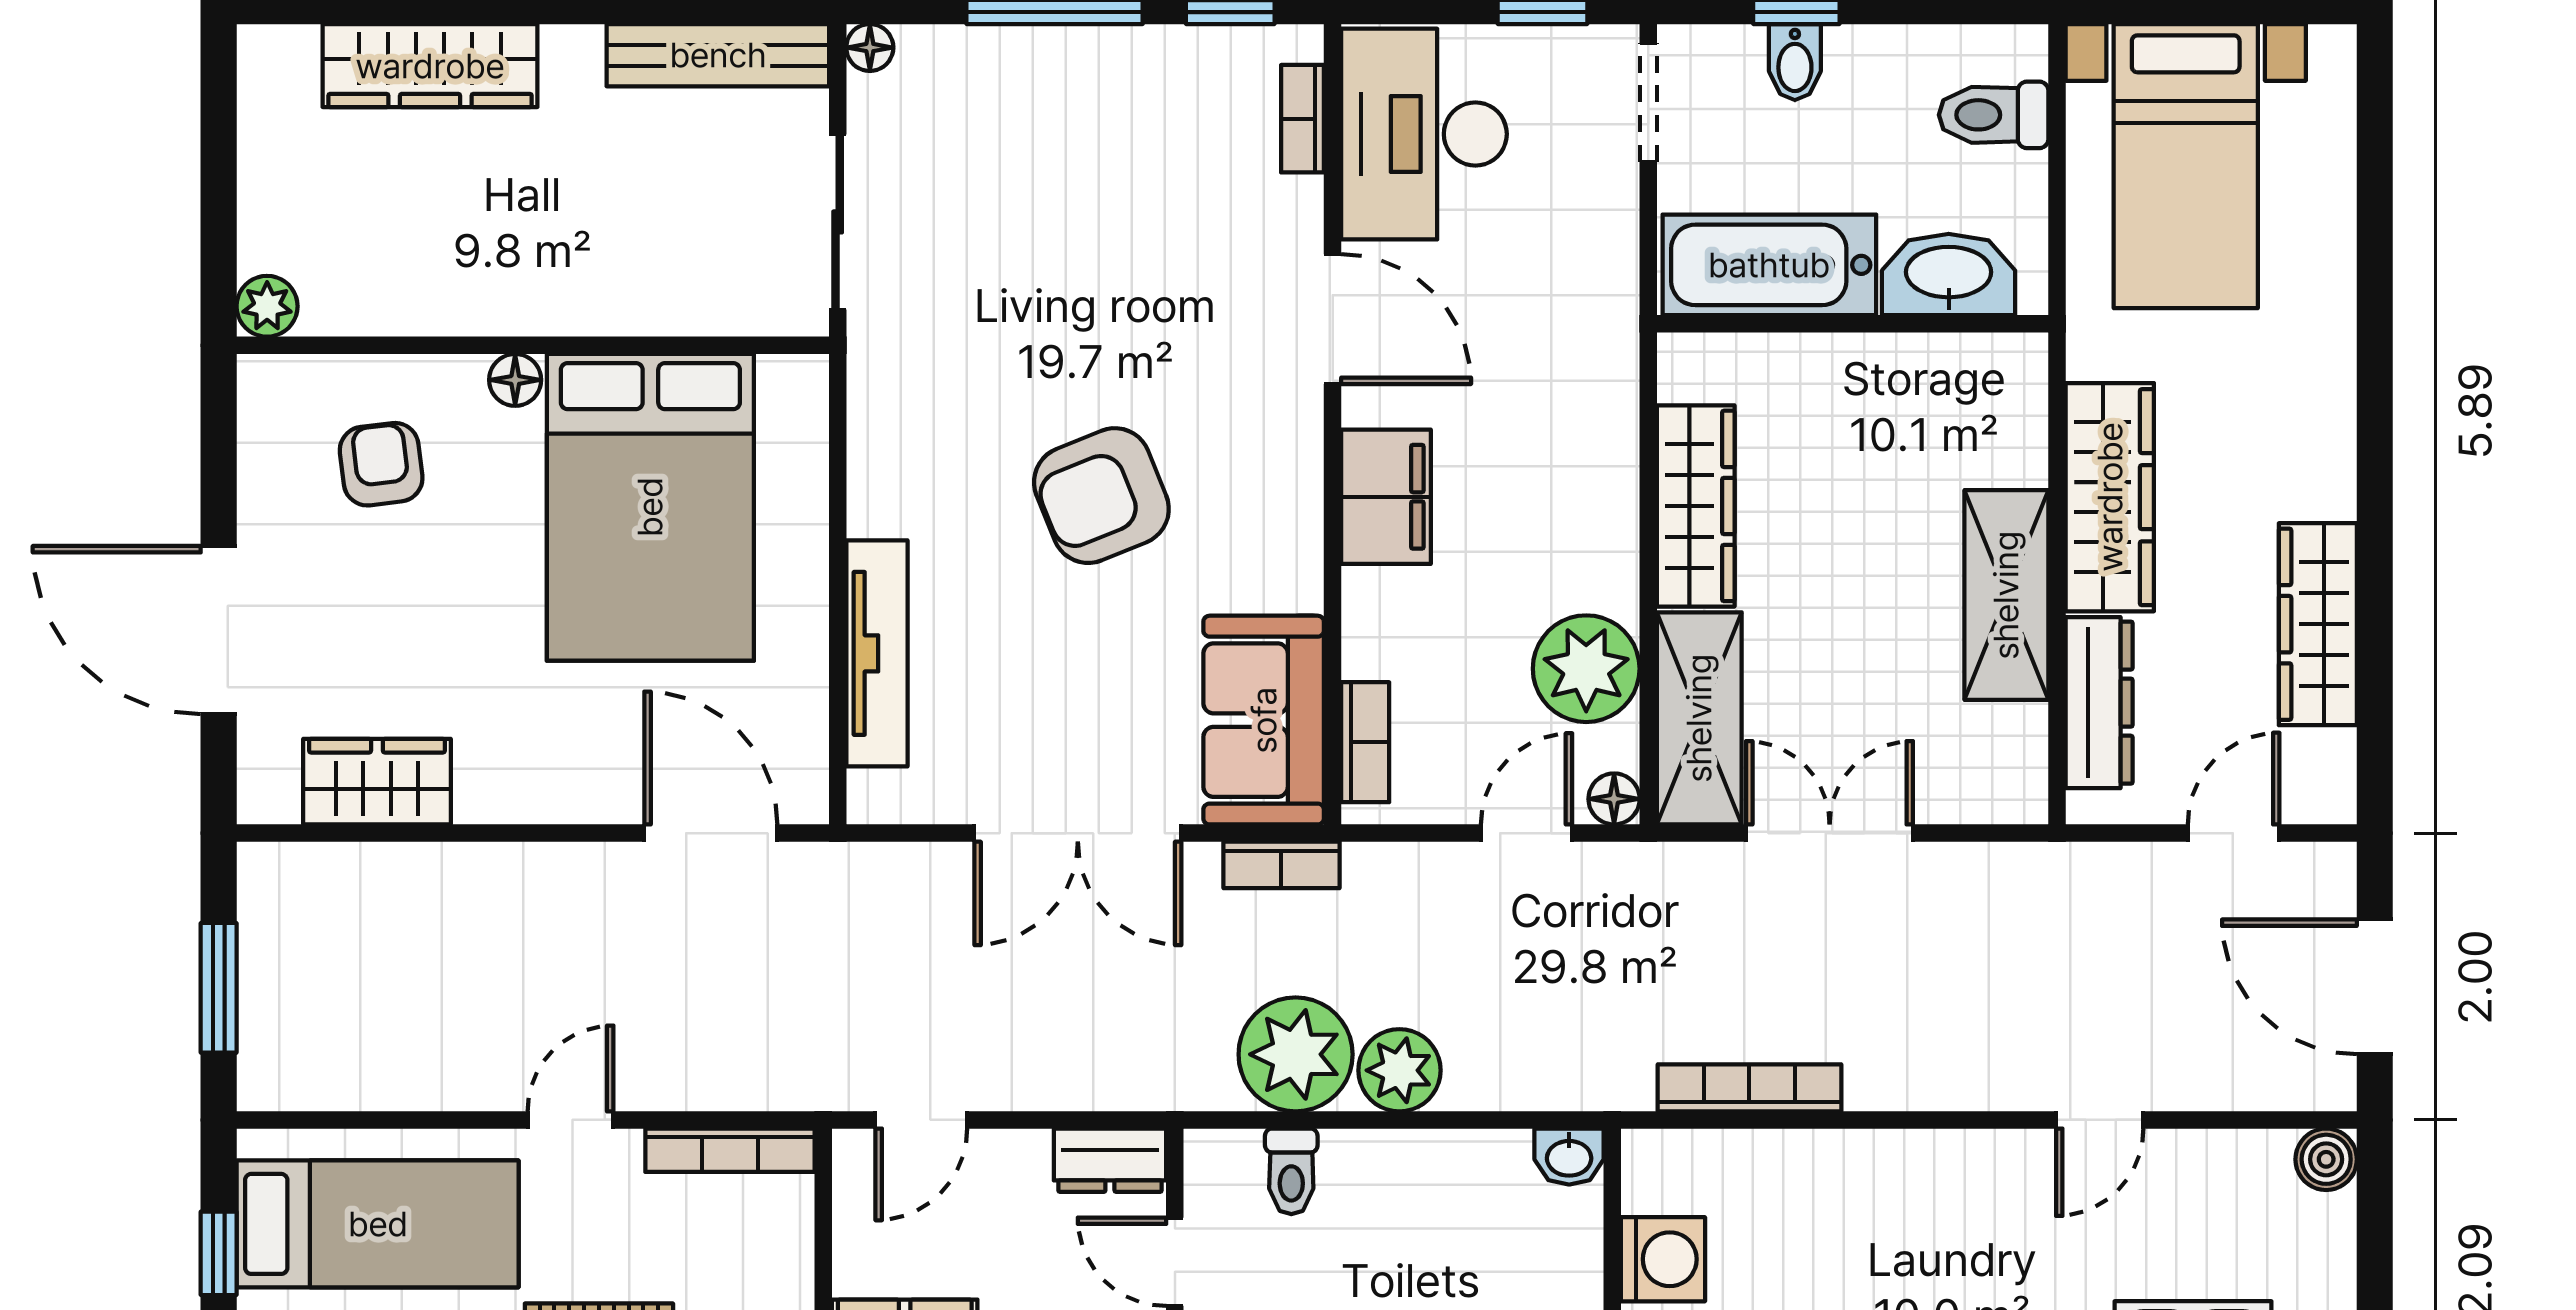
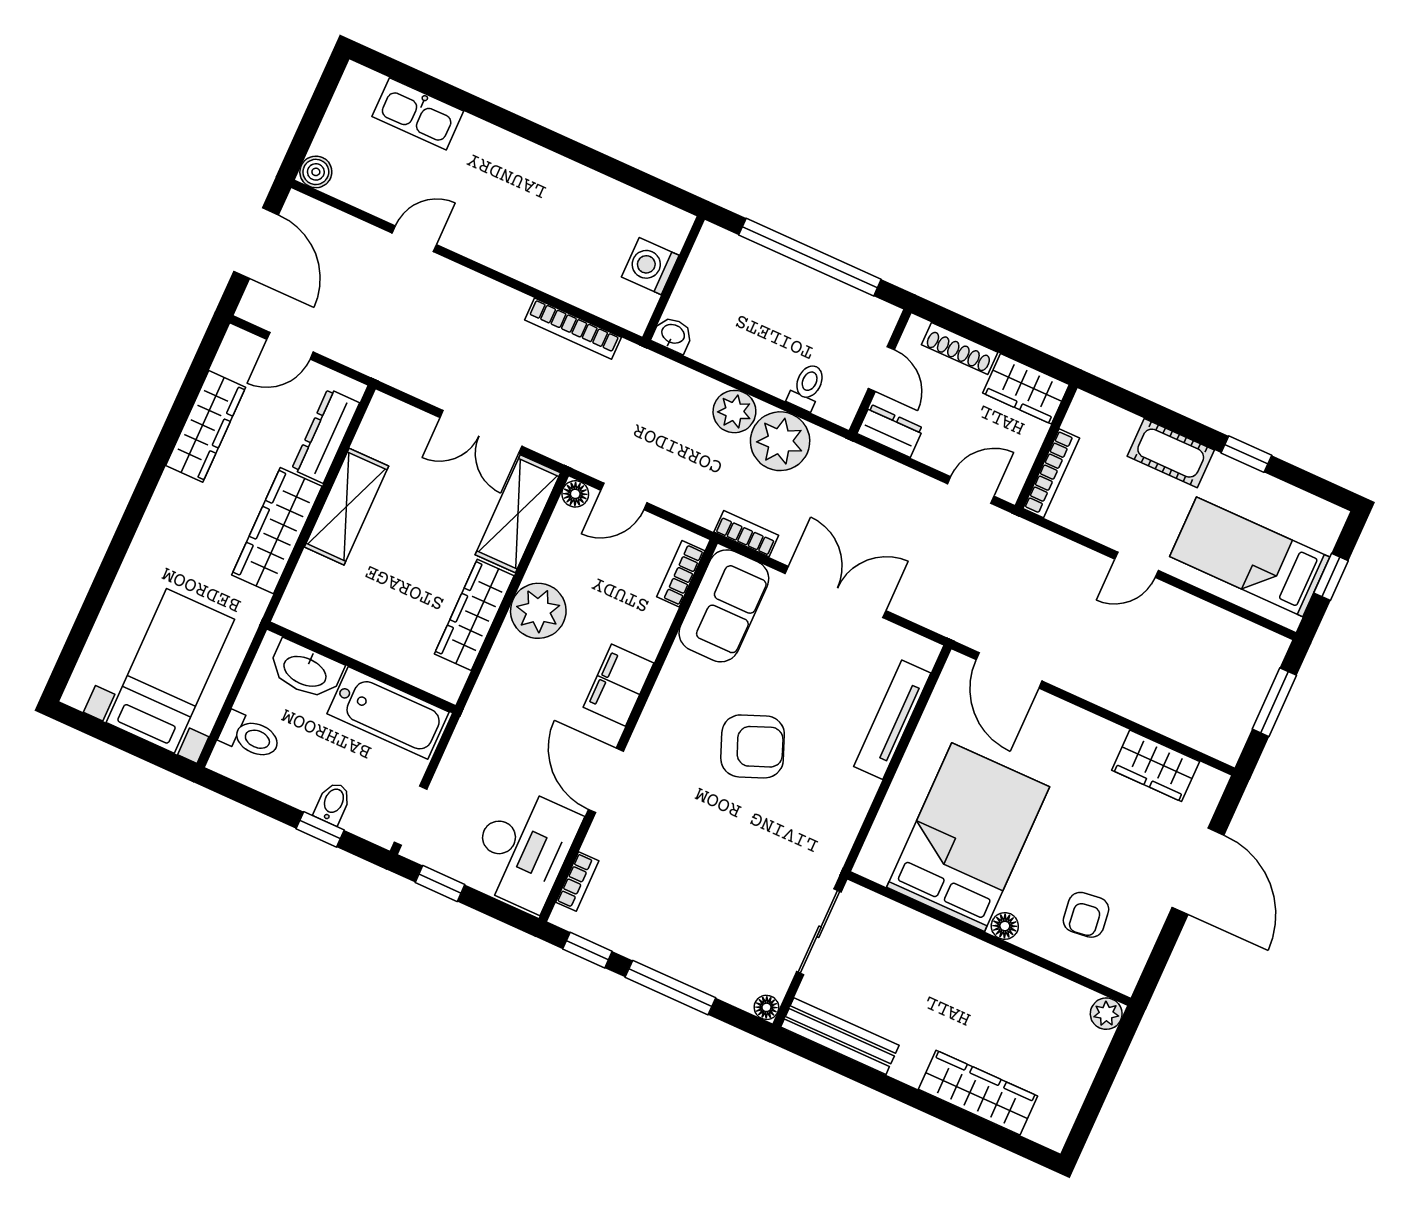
plant: (1586, 669) -> (538, 611), moved
bookcase: (730, 1150) -> (1051, 473), moved, turned 90

